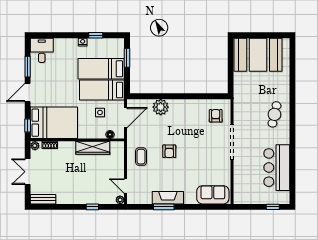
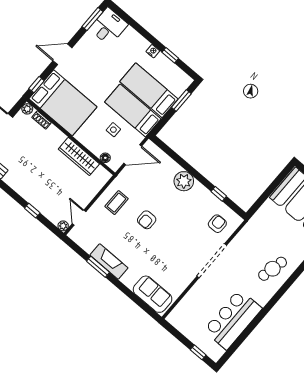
window: (28, 67) -> (92, 19), moved
window: (201, 96) -> (219, 194), added
plant: (161, 107) -> (184, 181), moved

